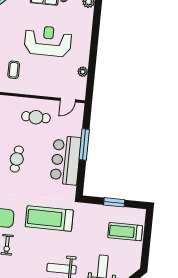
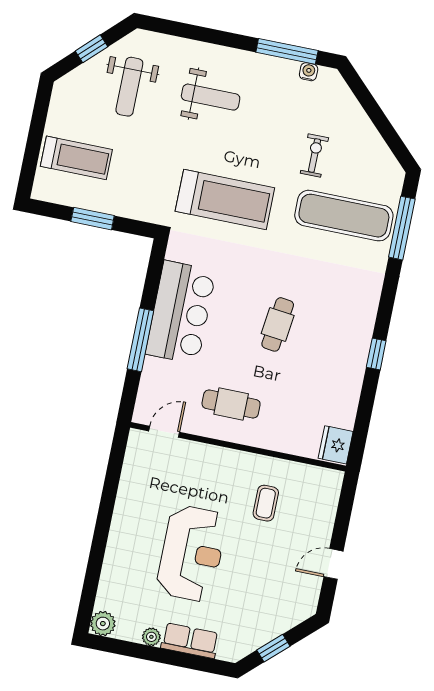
reception desk: (48, 41) -> (192, 553), turned -90
plant: (83, 72) -> (129, 485), removed

